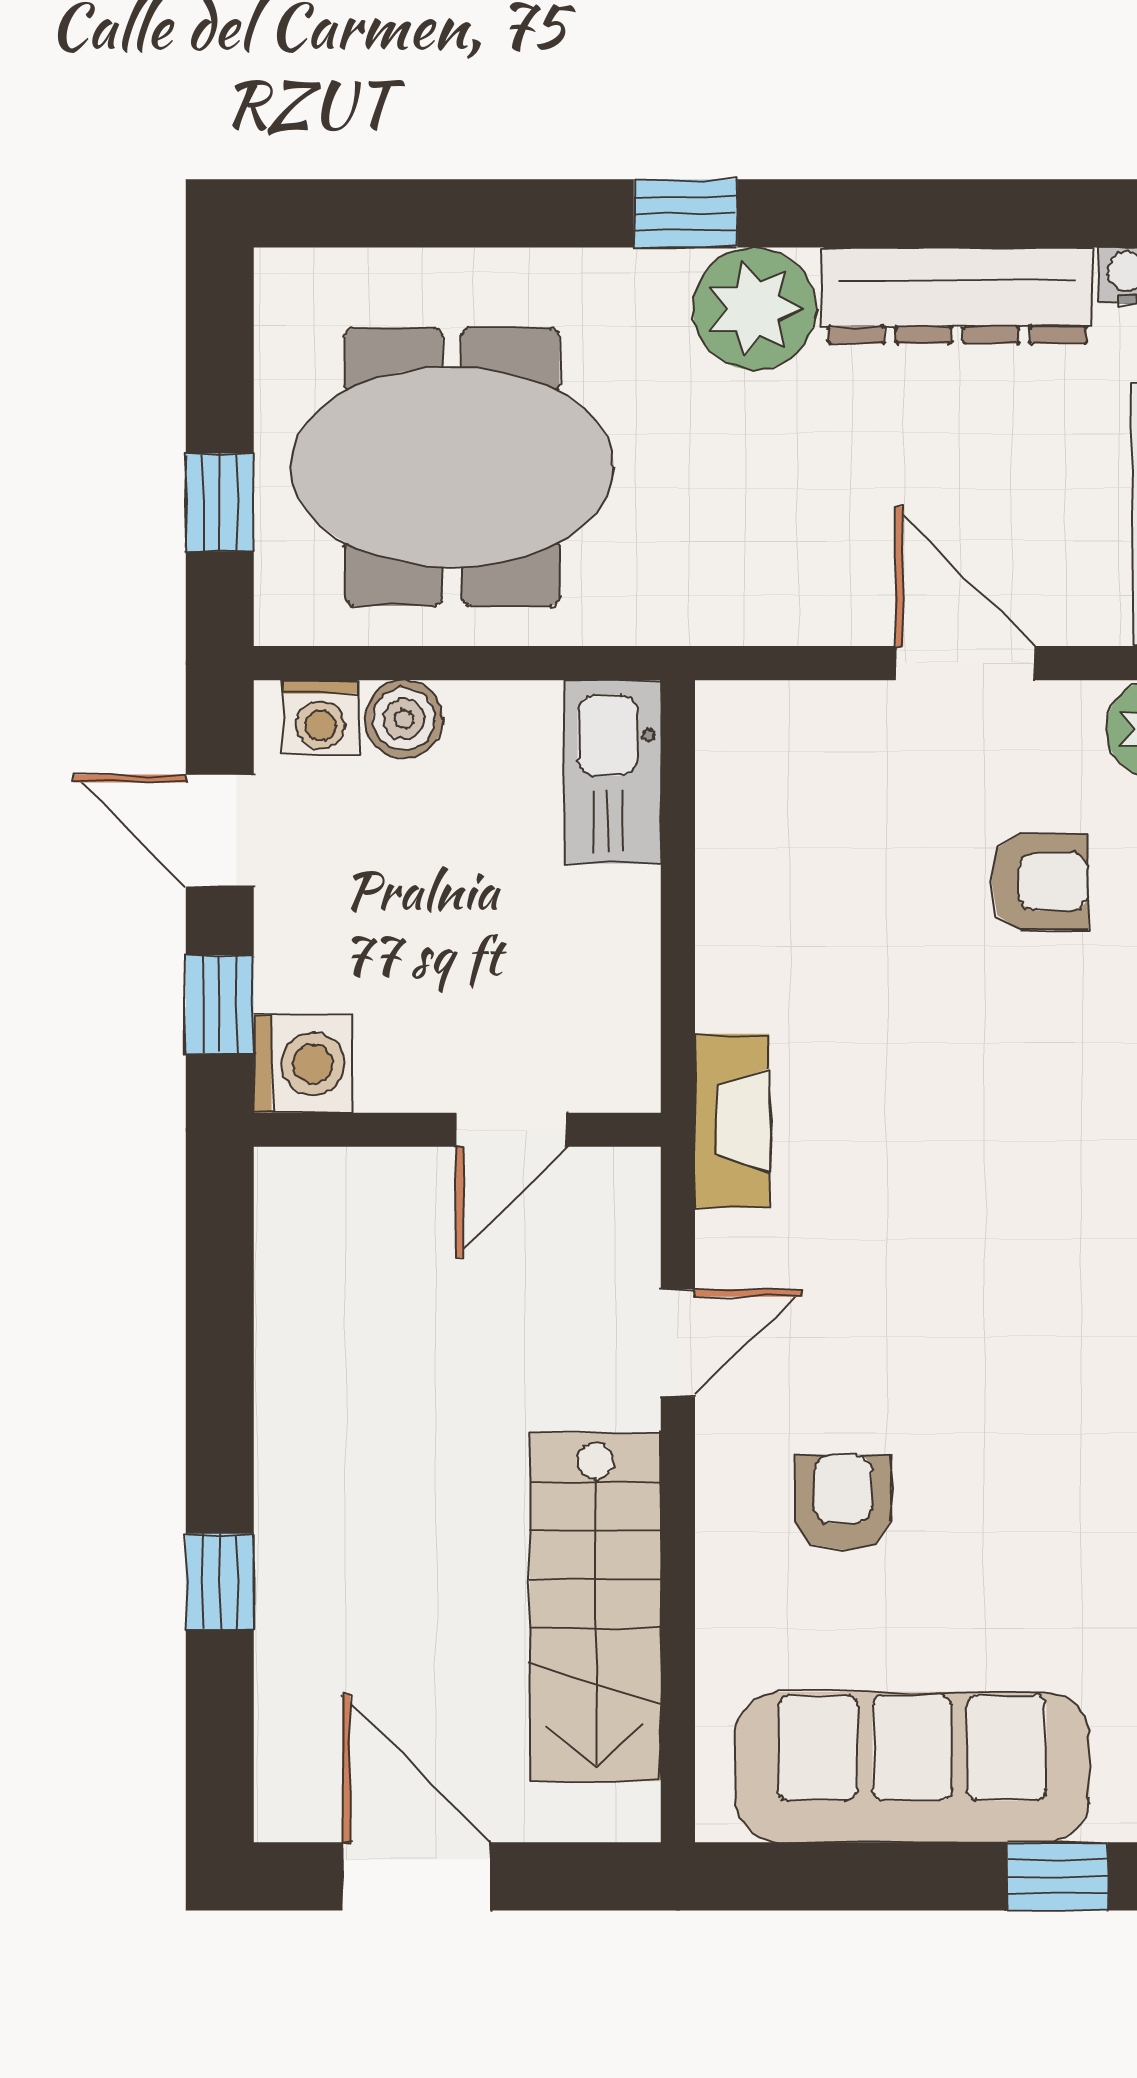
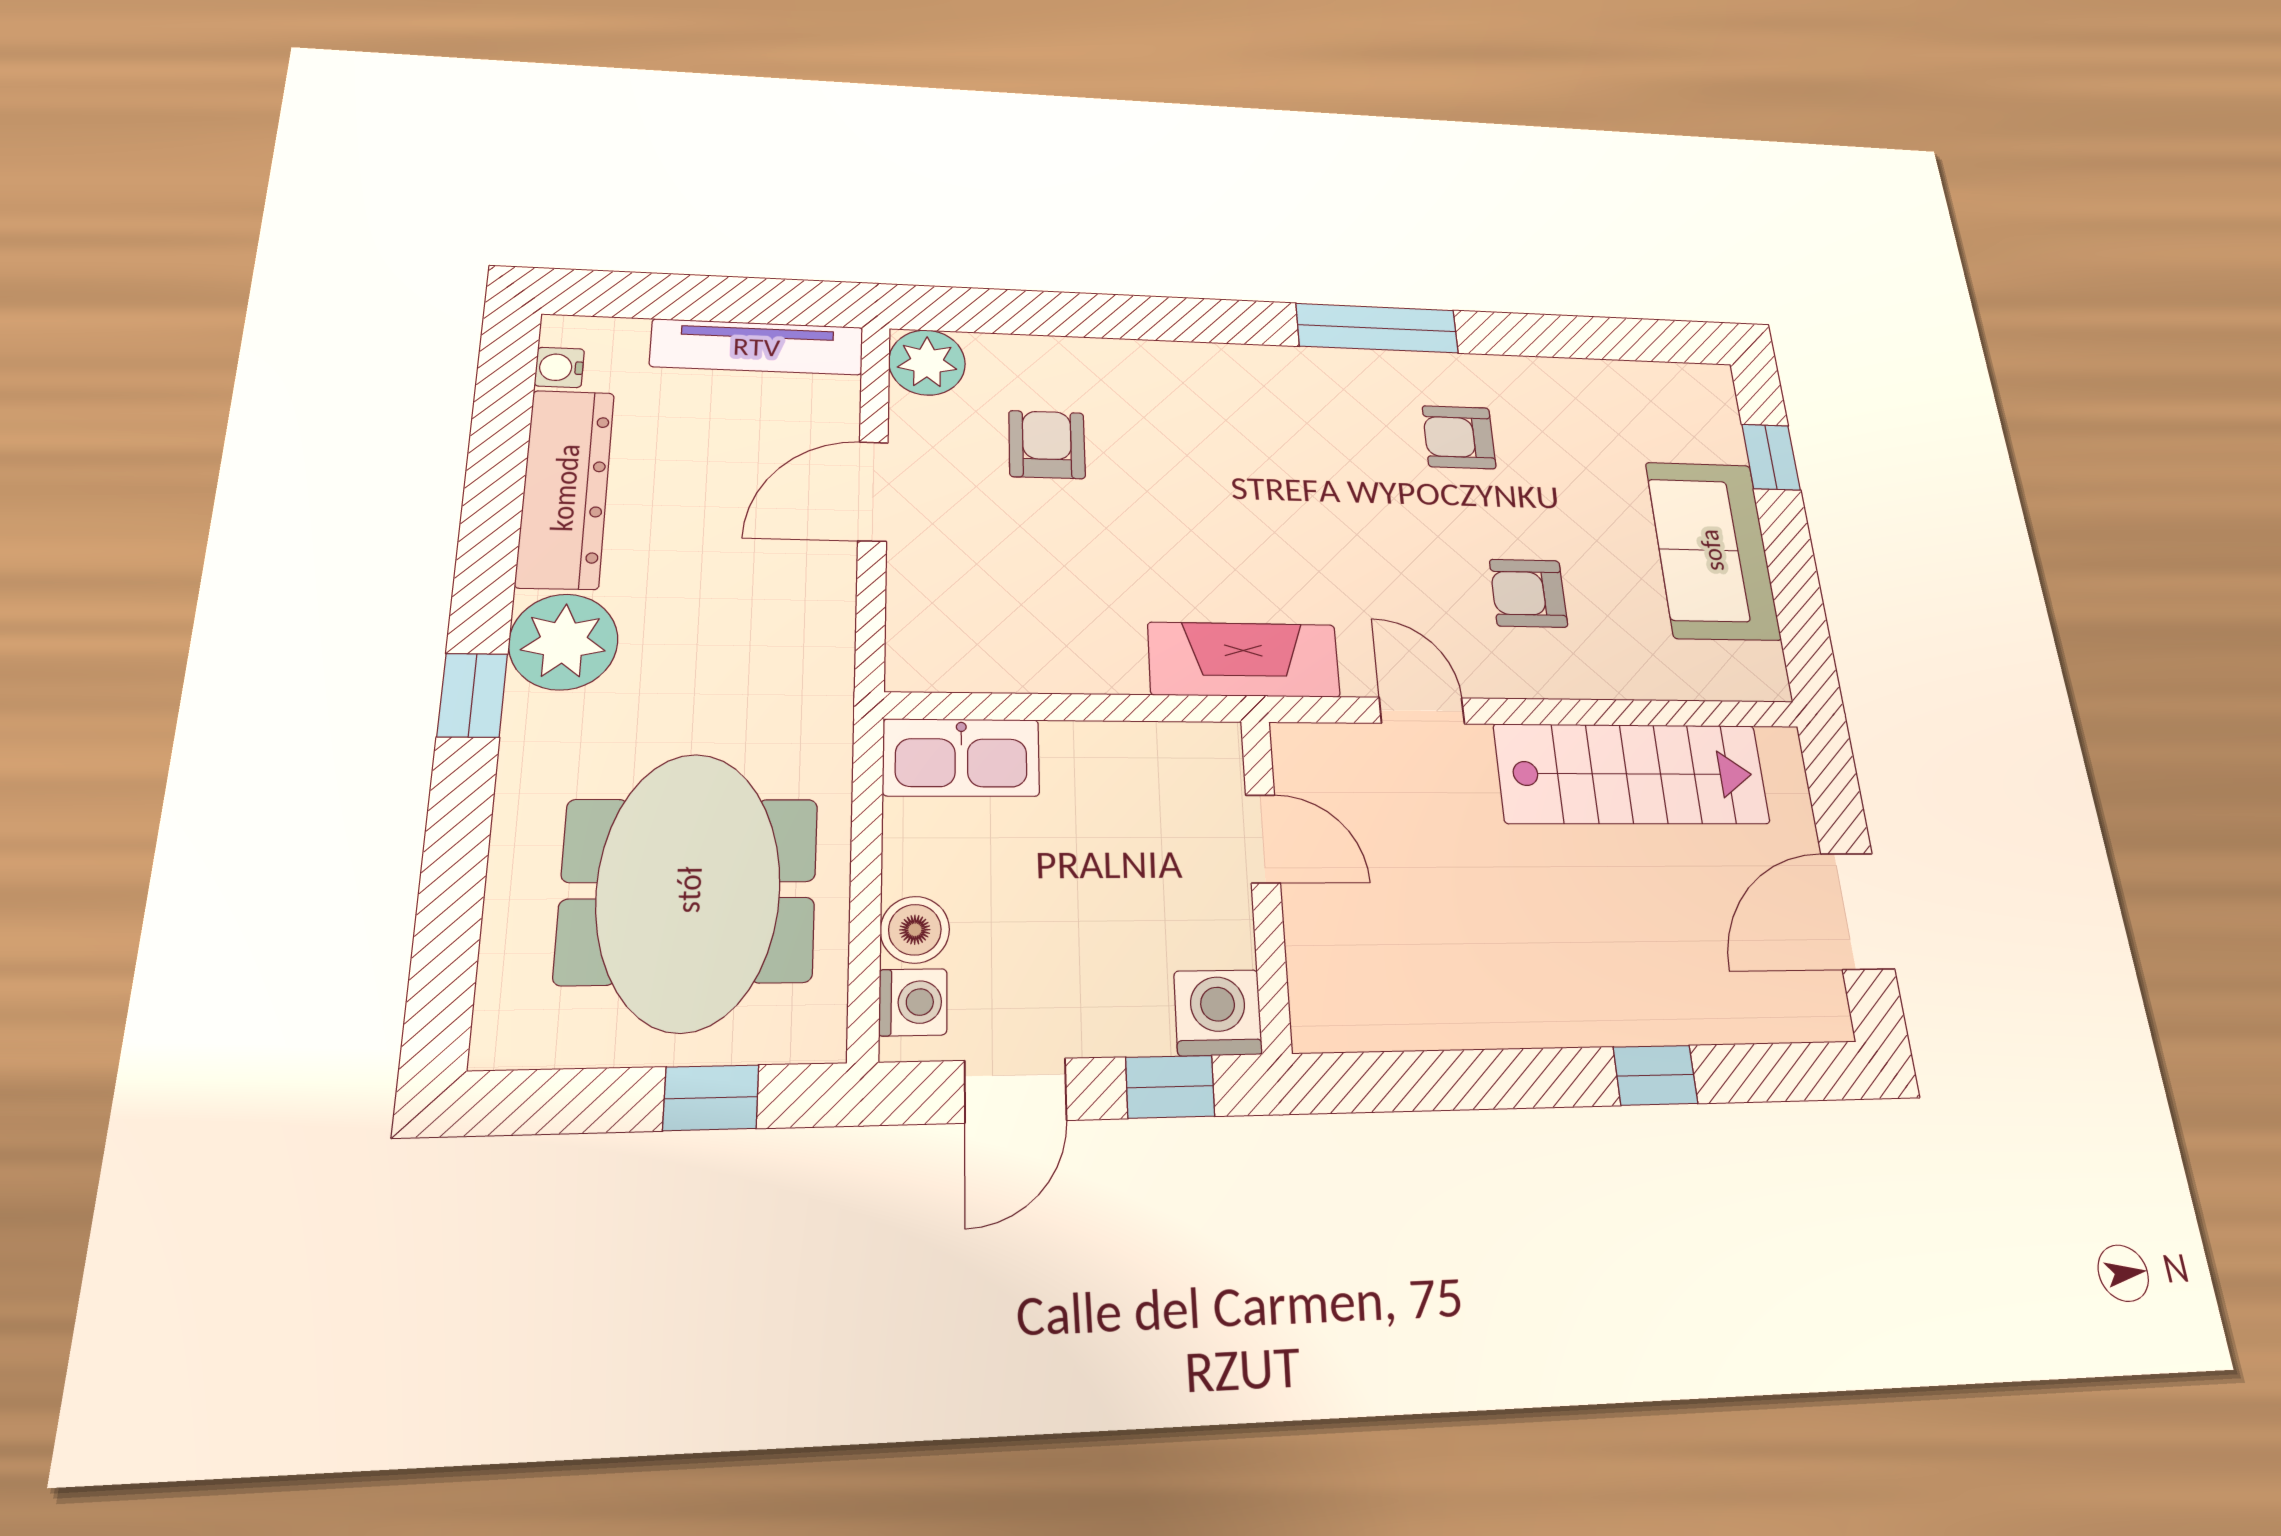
fireplace: (732, 1121) -> (1244, 660), width x1.37, depth x1.32
armchair: (1072, 1433) -> (1459, 437), added
sofa: (912, 1767) -> (1712, 550), width x0.73

